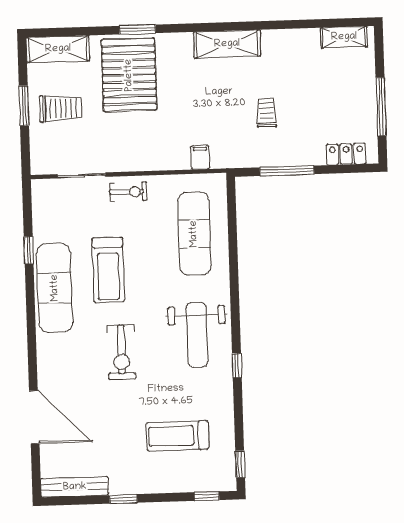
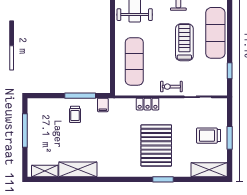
shelving: (227, 44) -> (78, 169), moved
pallet: (129, 75) -> (156, 145), moved
trolley: (267, 113) -> (75, 114), moved
locker: (346, 154) -> (148, 104), moved
filing cabinet: (200, 157) -> (103, 105), moved
window: (29, 250) -> (230, 71), moved

